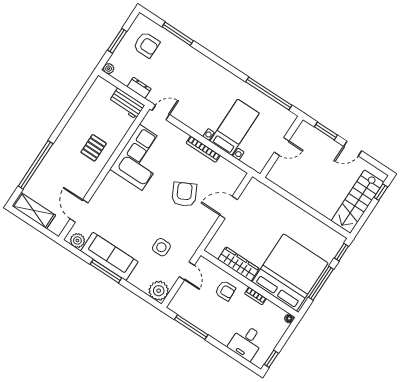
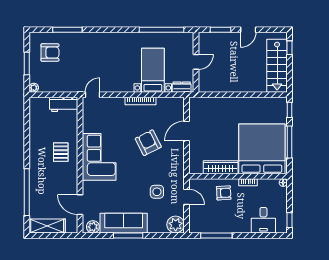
dresser: (139, 88) -> (182, 87), moved
corner sofa: (141, 157) -> (99, 157), moved

